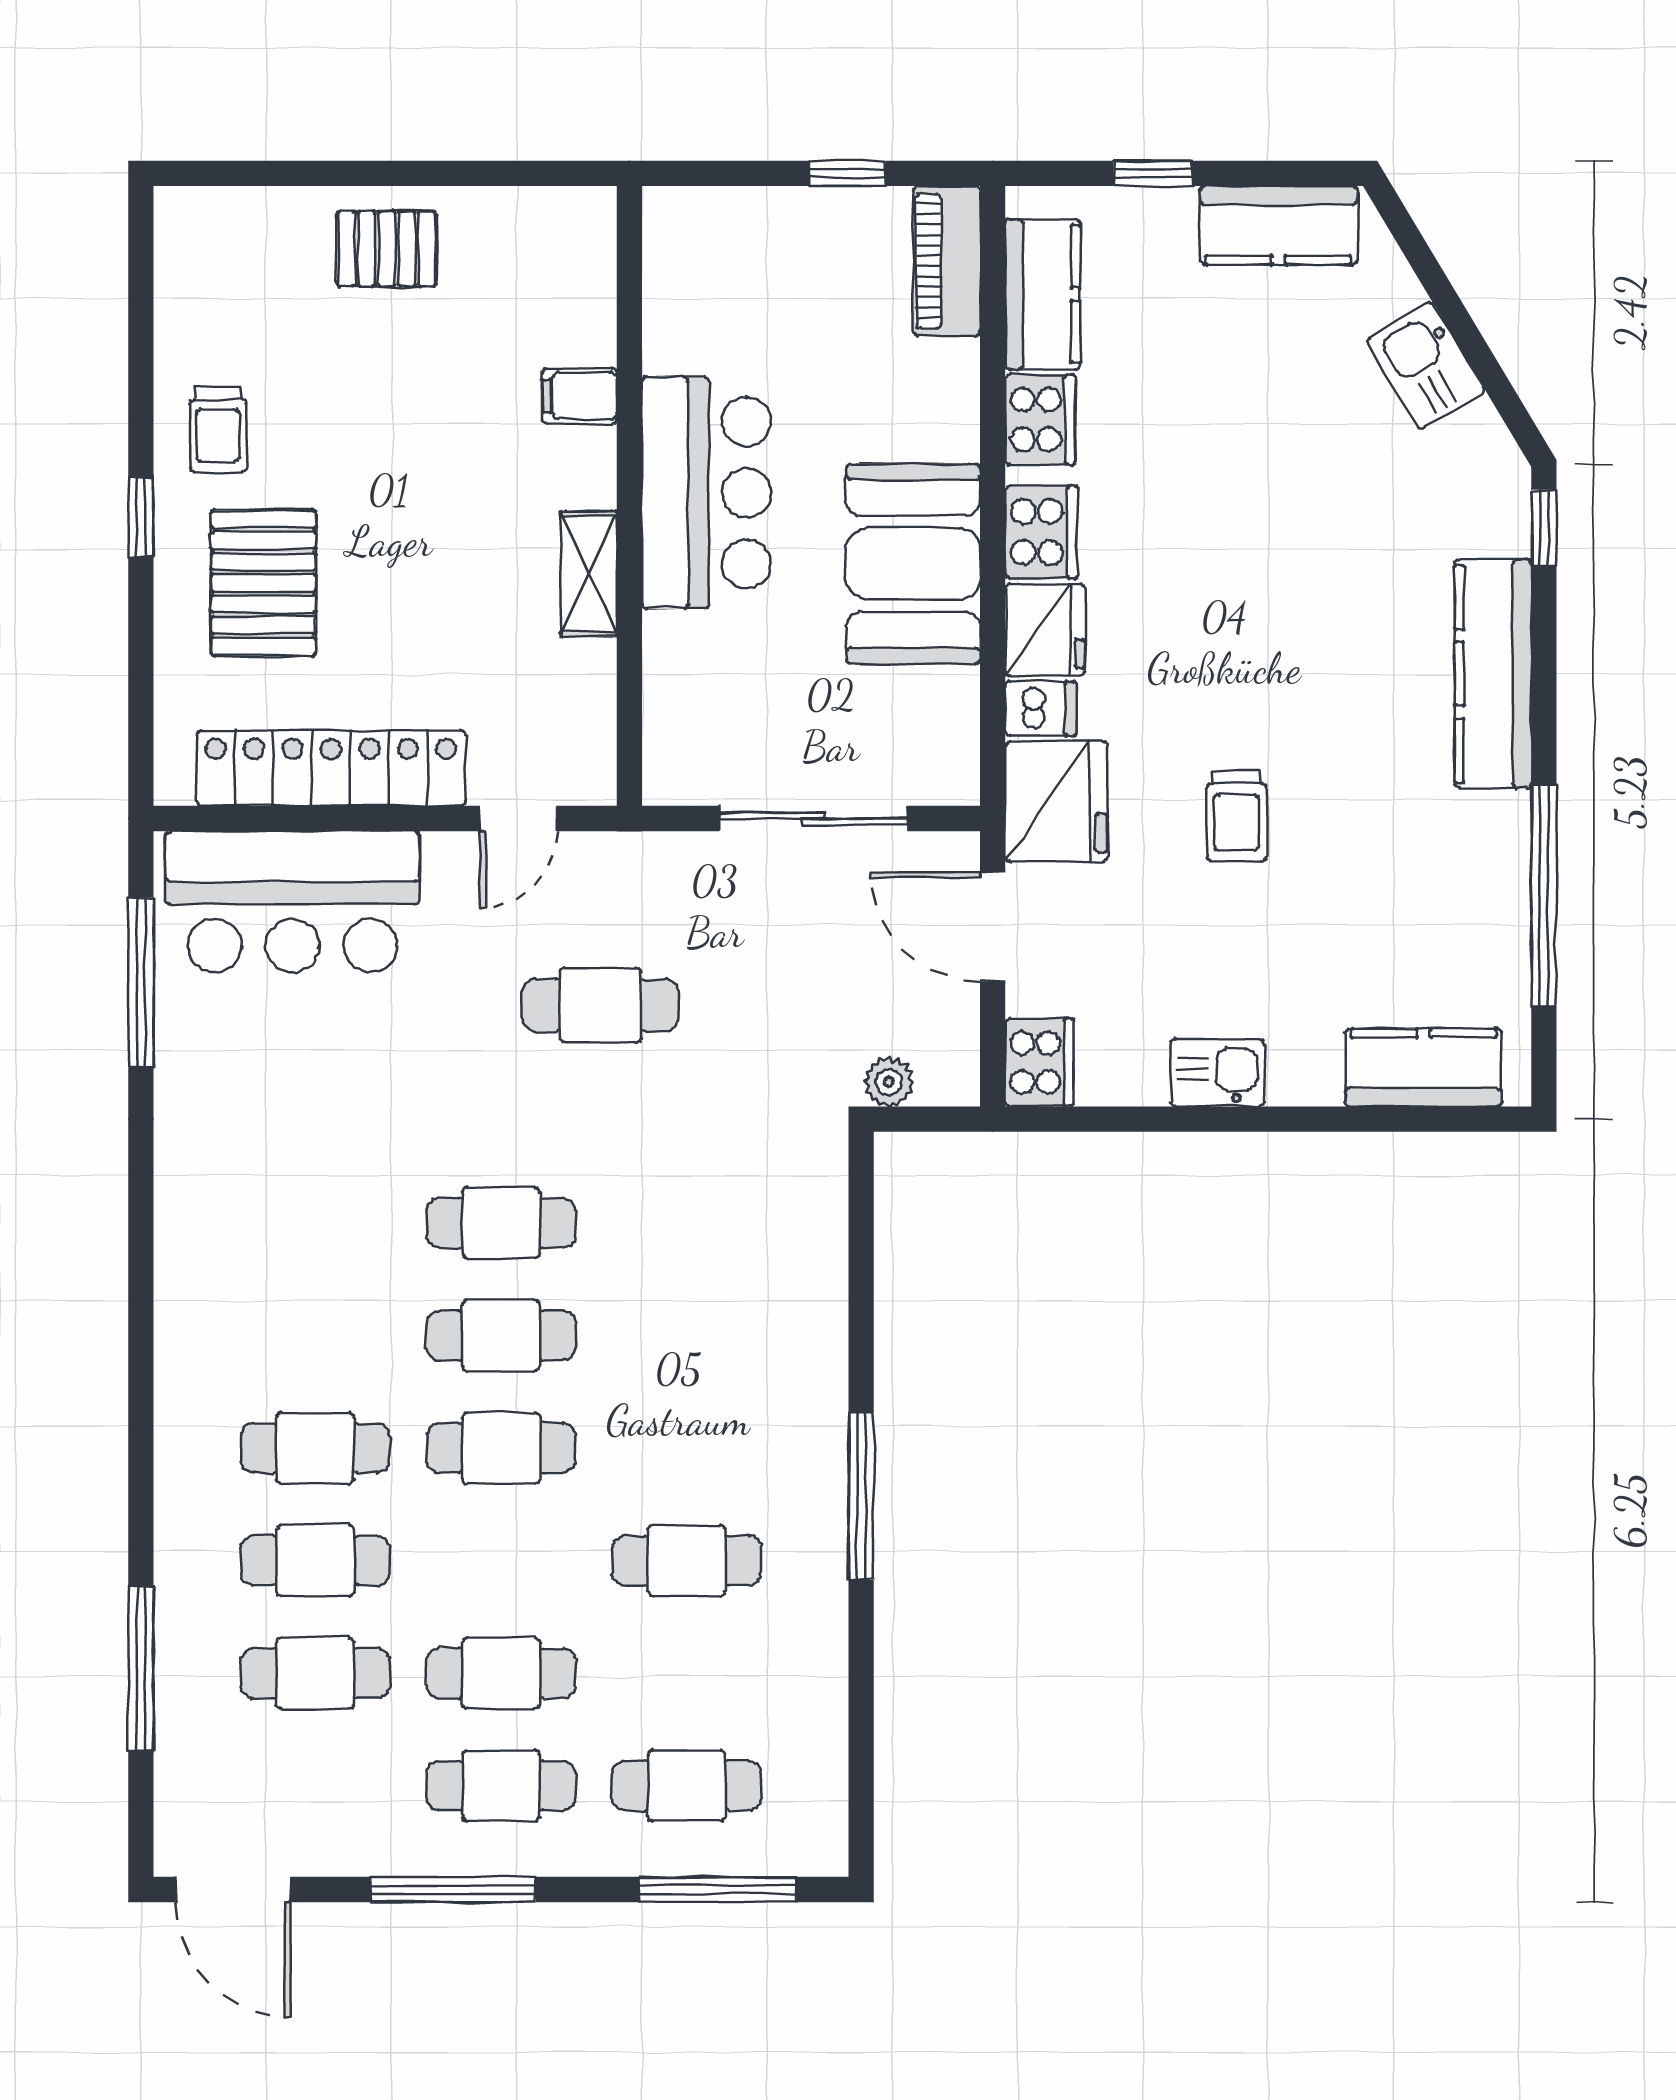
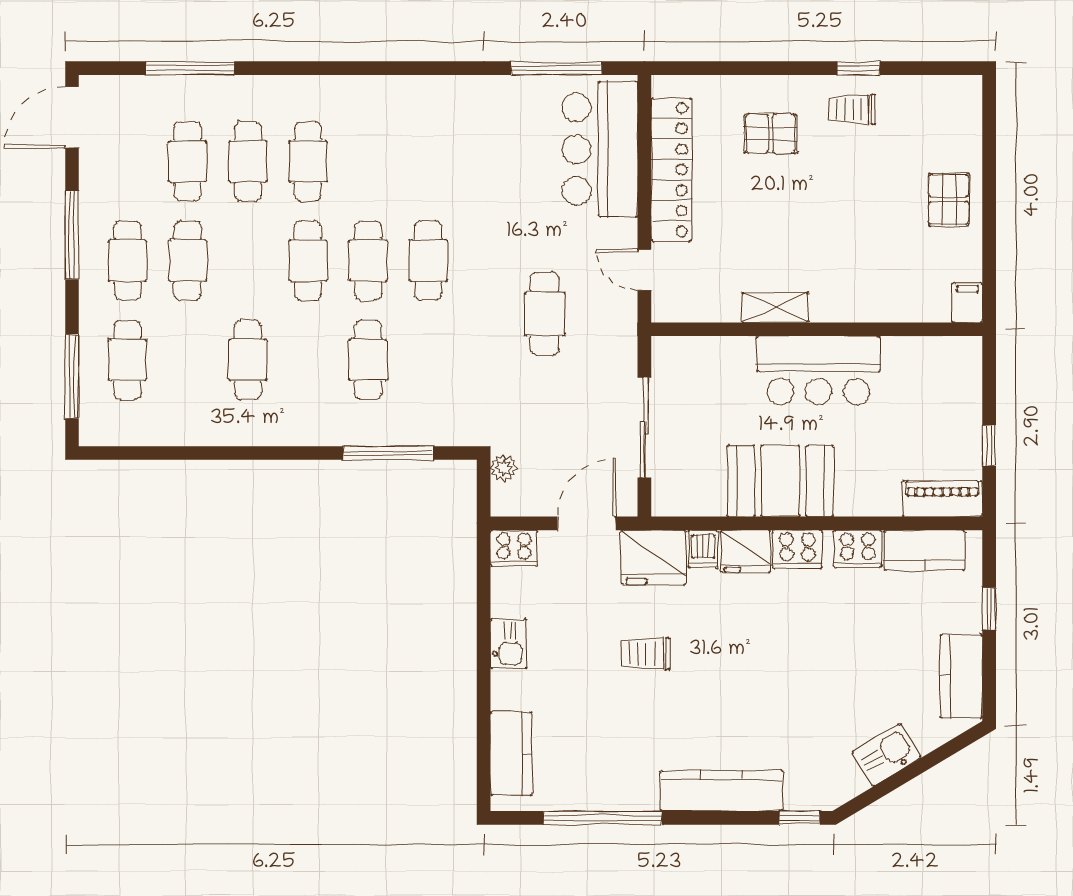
filing cabinet: (580, 396) -> (967, 303), moved
window: (141, 517) -> (859, 68), moved
pallet: (263, 583) -> (770, 134), width x0.67, depth x0.71
cafe table: (687, 1335) -> (368, 360), added
window: (861, 1496) -> (388, 453), moved

